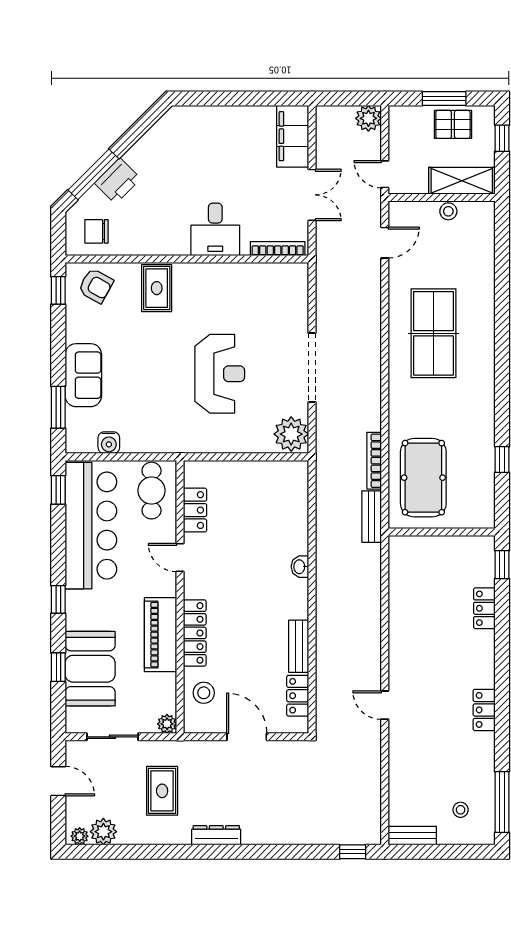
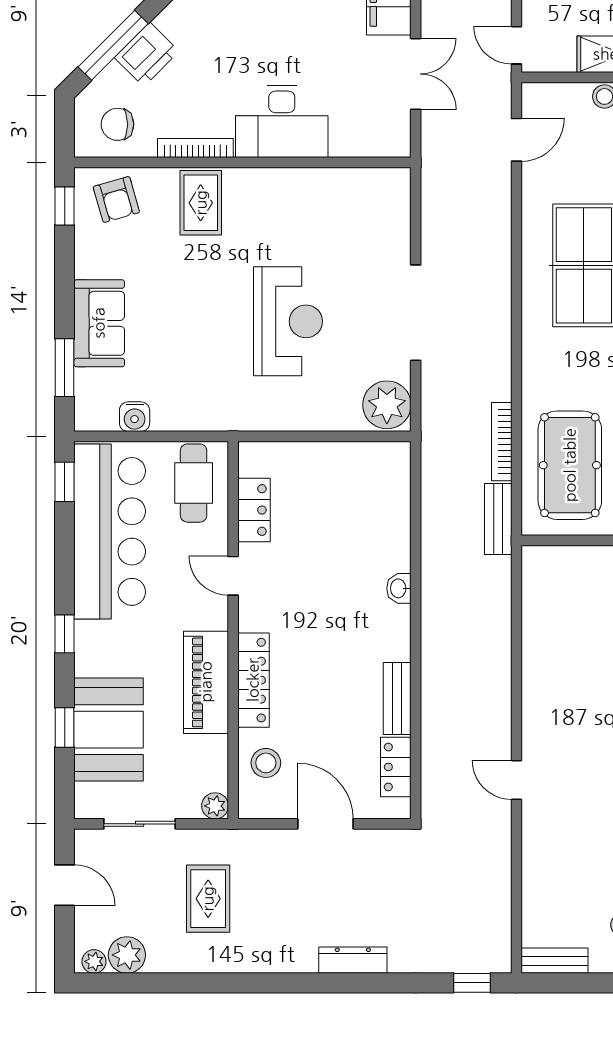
desk: (215, 229) -> (282, 121), width x1.37
bookcase: (278, 249) -> (195, 148), moved
armchair: (96, 286) -> (116, 199), turned 45
dresser: (216, 835) -> (353, 960), moved

